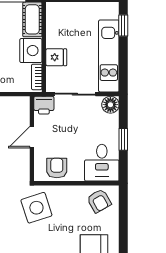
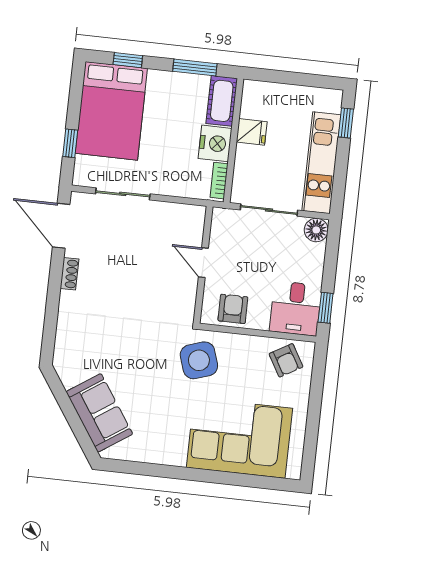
fridge: (56, 57) -> (252, 132), moved
printer: (44, 105) -> (225, 221), removed
door: (32, 137) -> (203, 263), hinge flipped
window: (123, 139) -> (326, 308), moved

